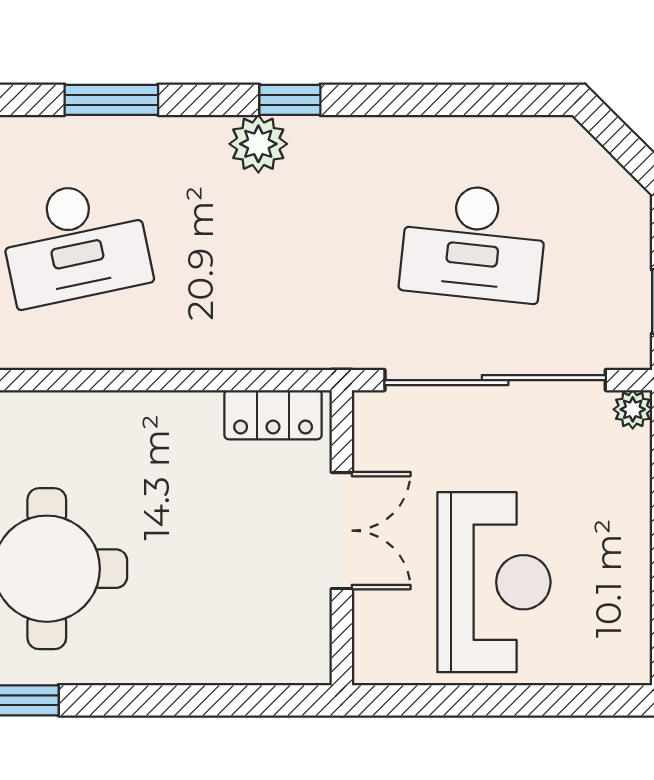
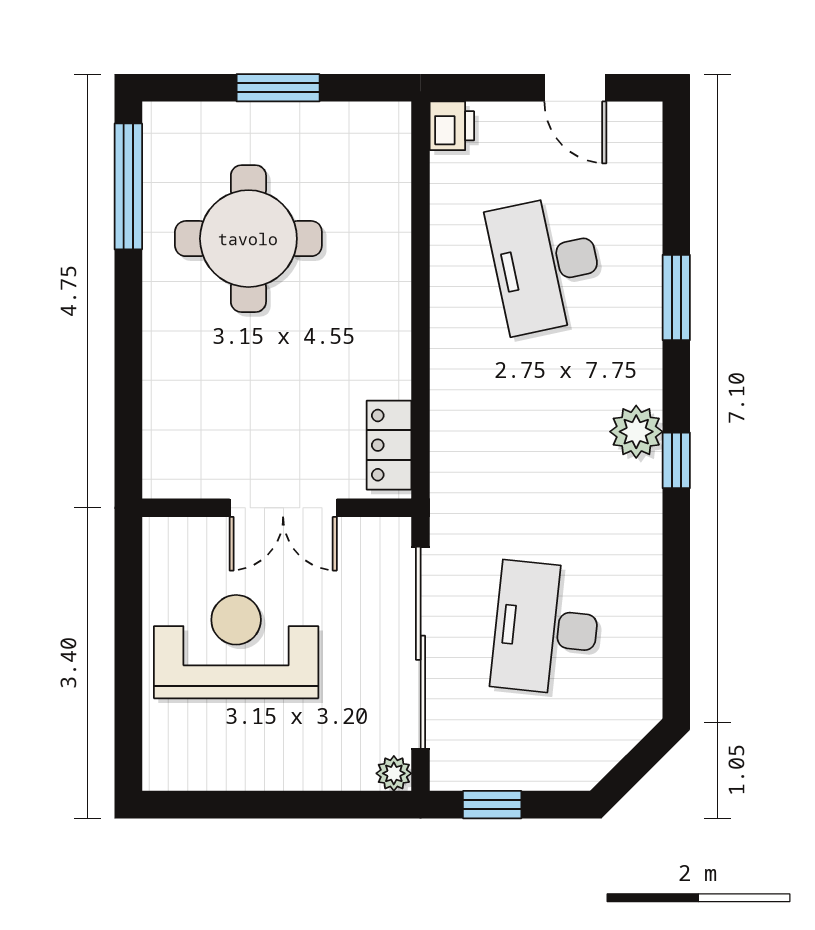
reception desk: (494, 582) -> (236, 647), turned 180

